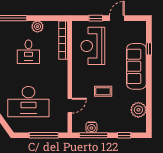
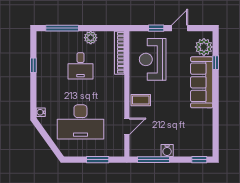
coffee table: (103, 91) -> (141, 100), moved
plant: (138, 110) -> (204, 47), moved
water cooler: (91, 127) -> (167, 150), moved
window: (44, 135) -> (98, 160), width x0.69
window: (124, 135) -> (199, 160), moved

